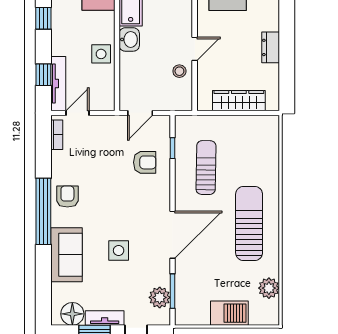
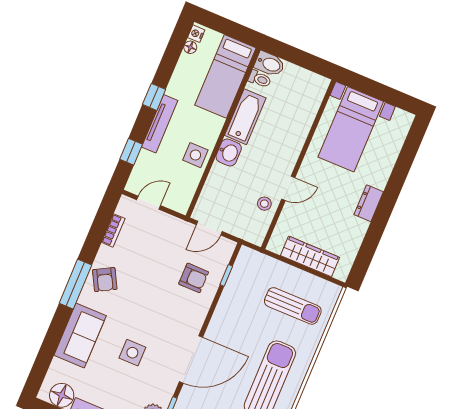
dresser: (271, 47) -> (369, 203), moved
tv unit: (58, 84) -> (160, 124), moved
bookcase: (57, 135) -> (113, 230), moved
sun lounger: (206, 168) -> (293, 306), moved, turned 89
armchair: (67, 197) -> (105, 280), turned 151
window: (43, 211) -> (75, 284), width x0.68

